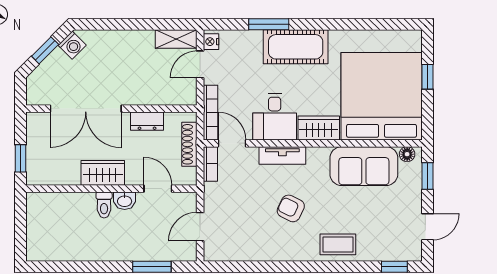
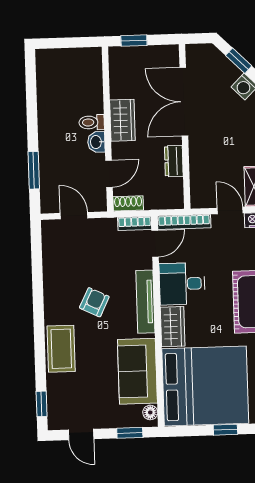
shoe rack: (189, 144) -> (128, 203), moved, width x0.70
tv unit: (282, 155) -> (145, 302), width x1.41
coffee table: (338, 244) -> (61, 349), width x1.36, depth x1.30

